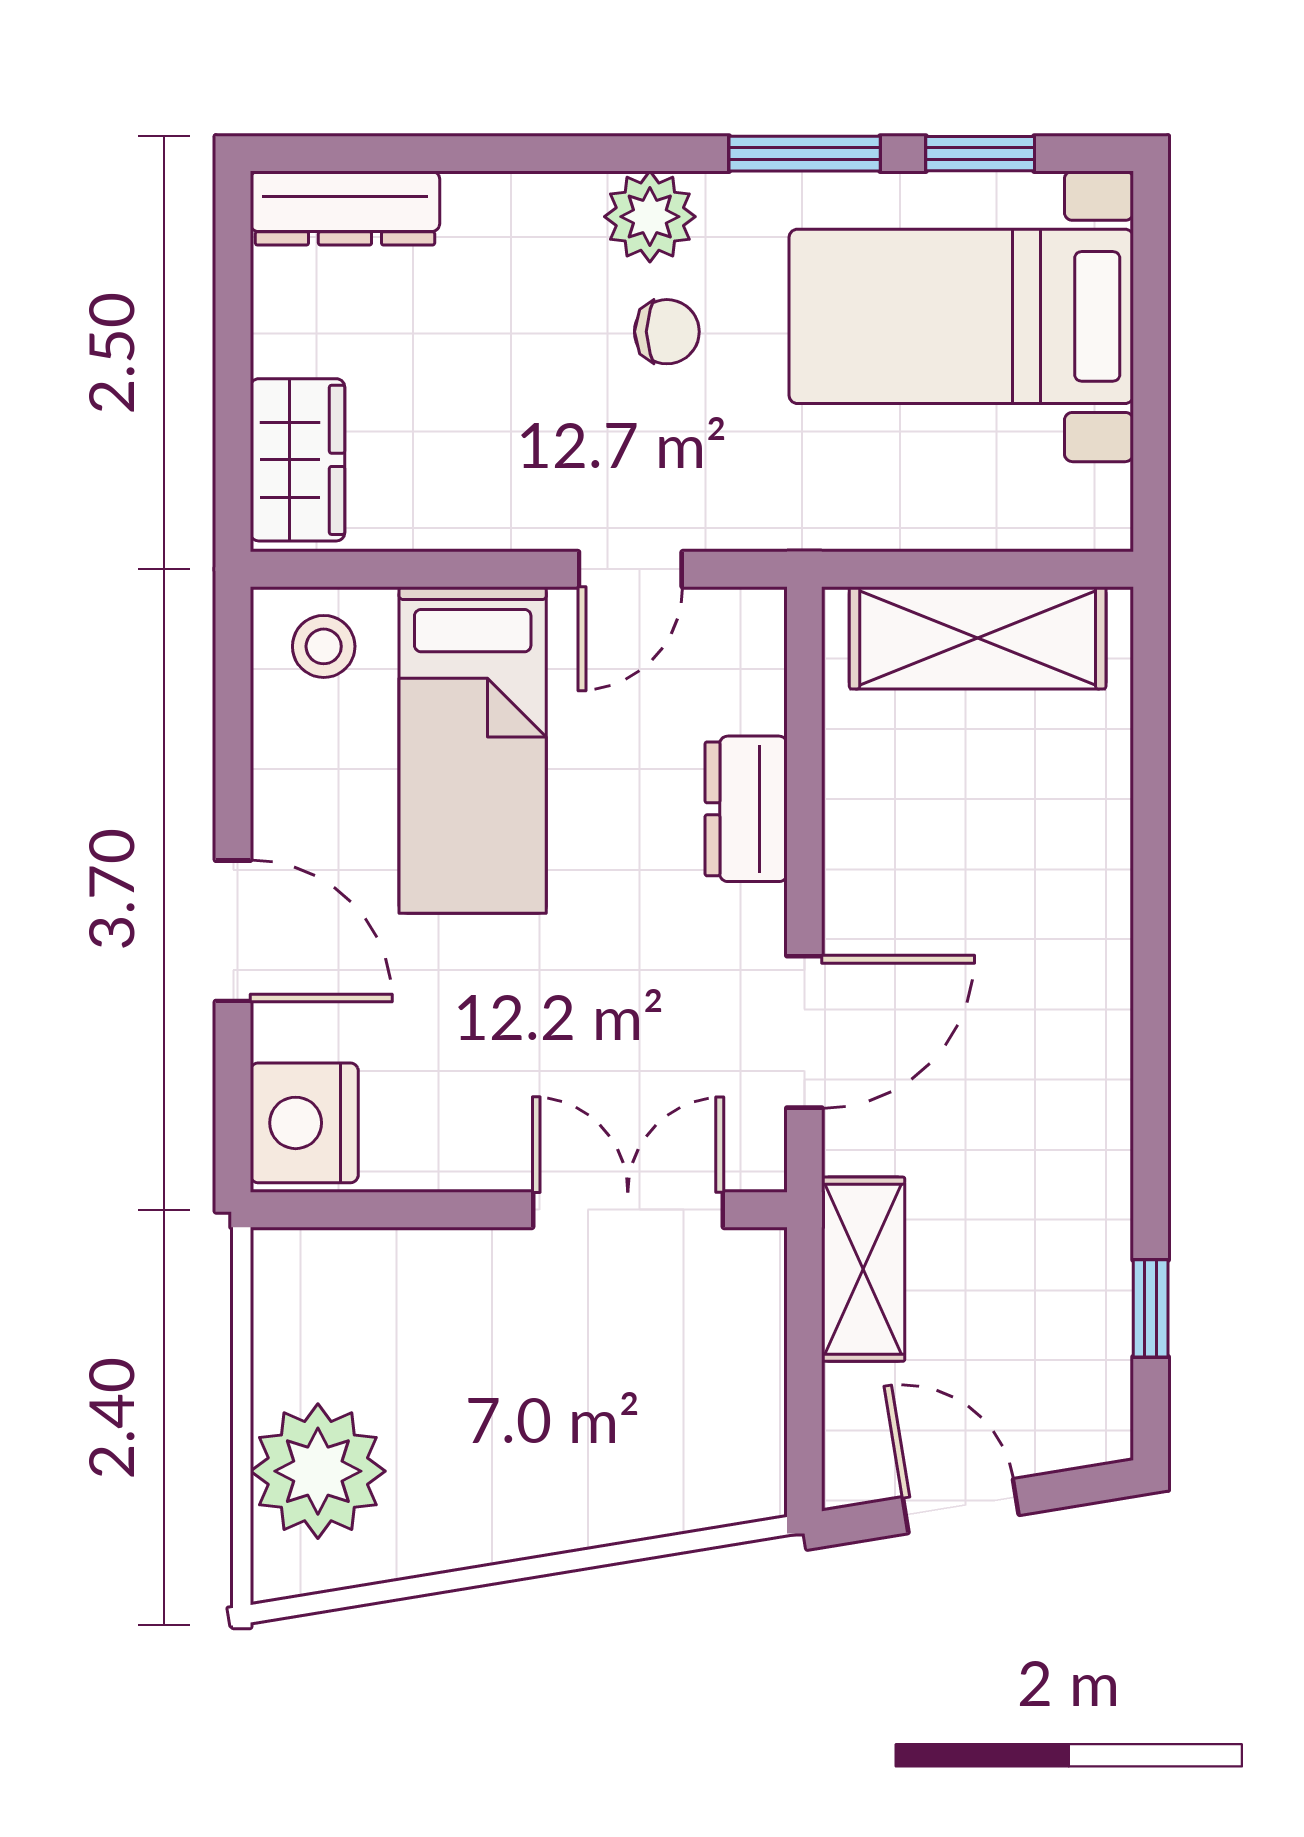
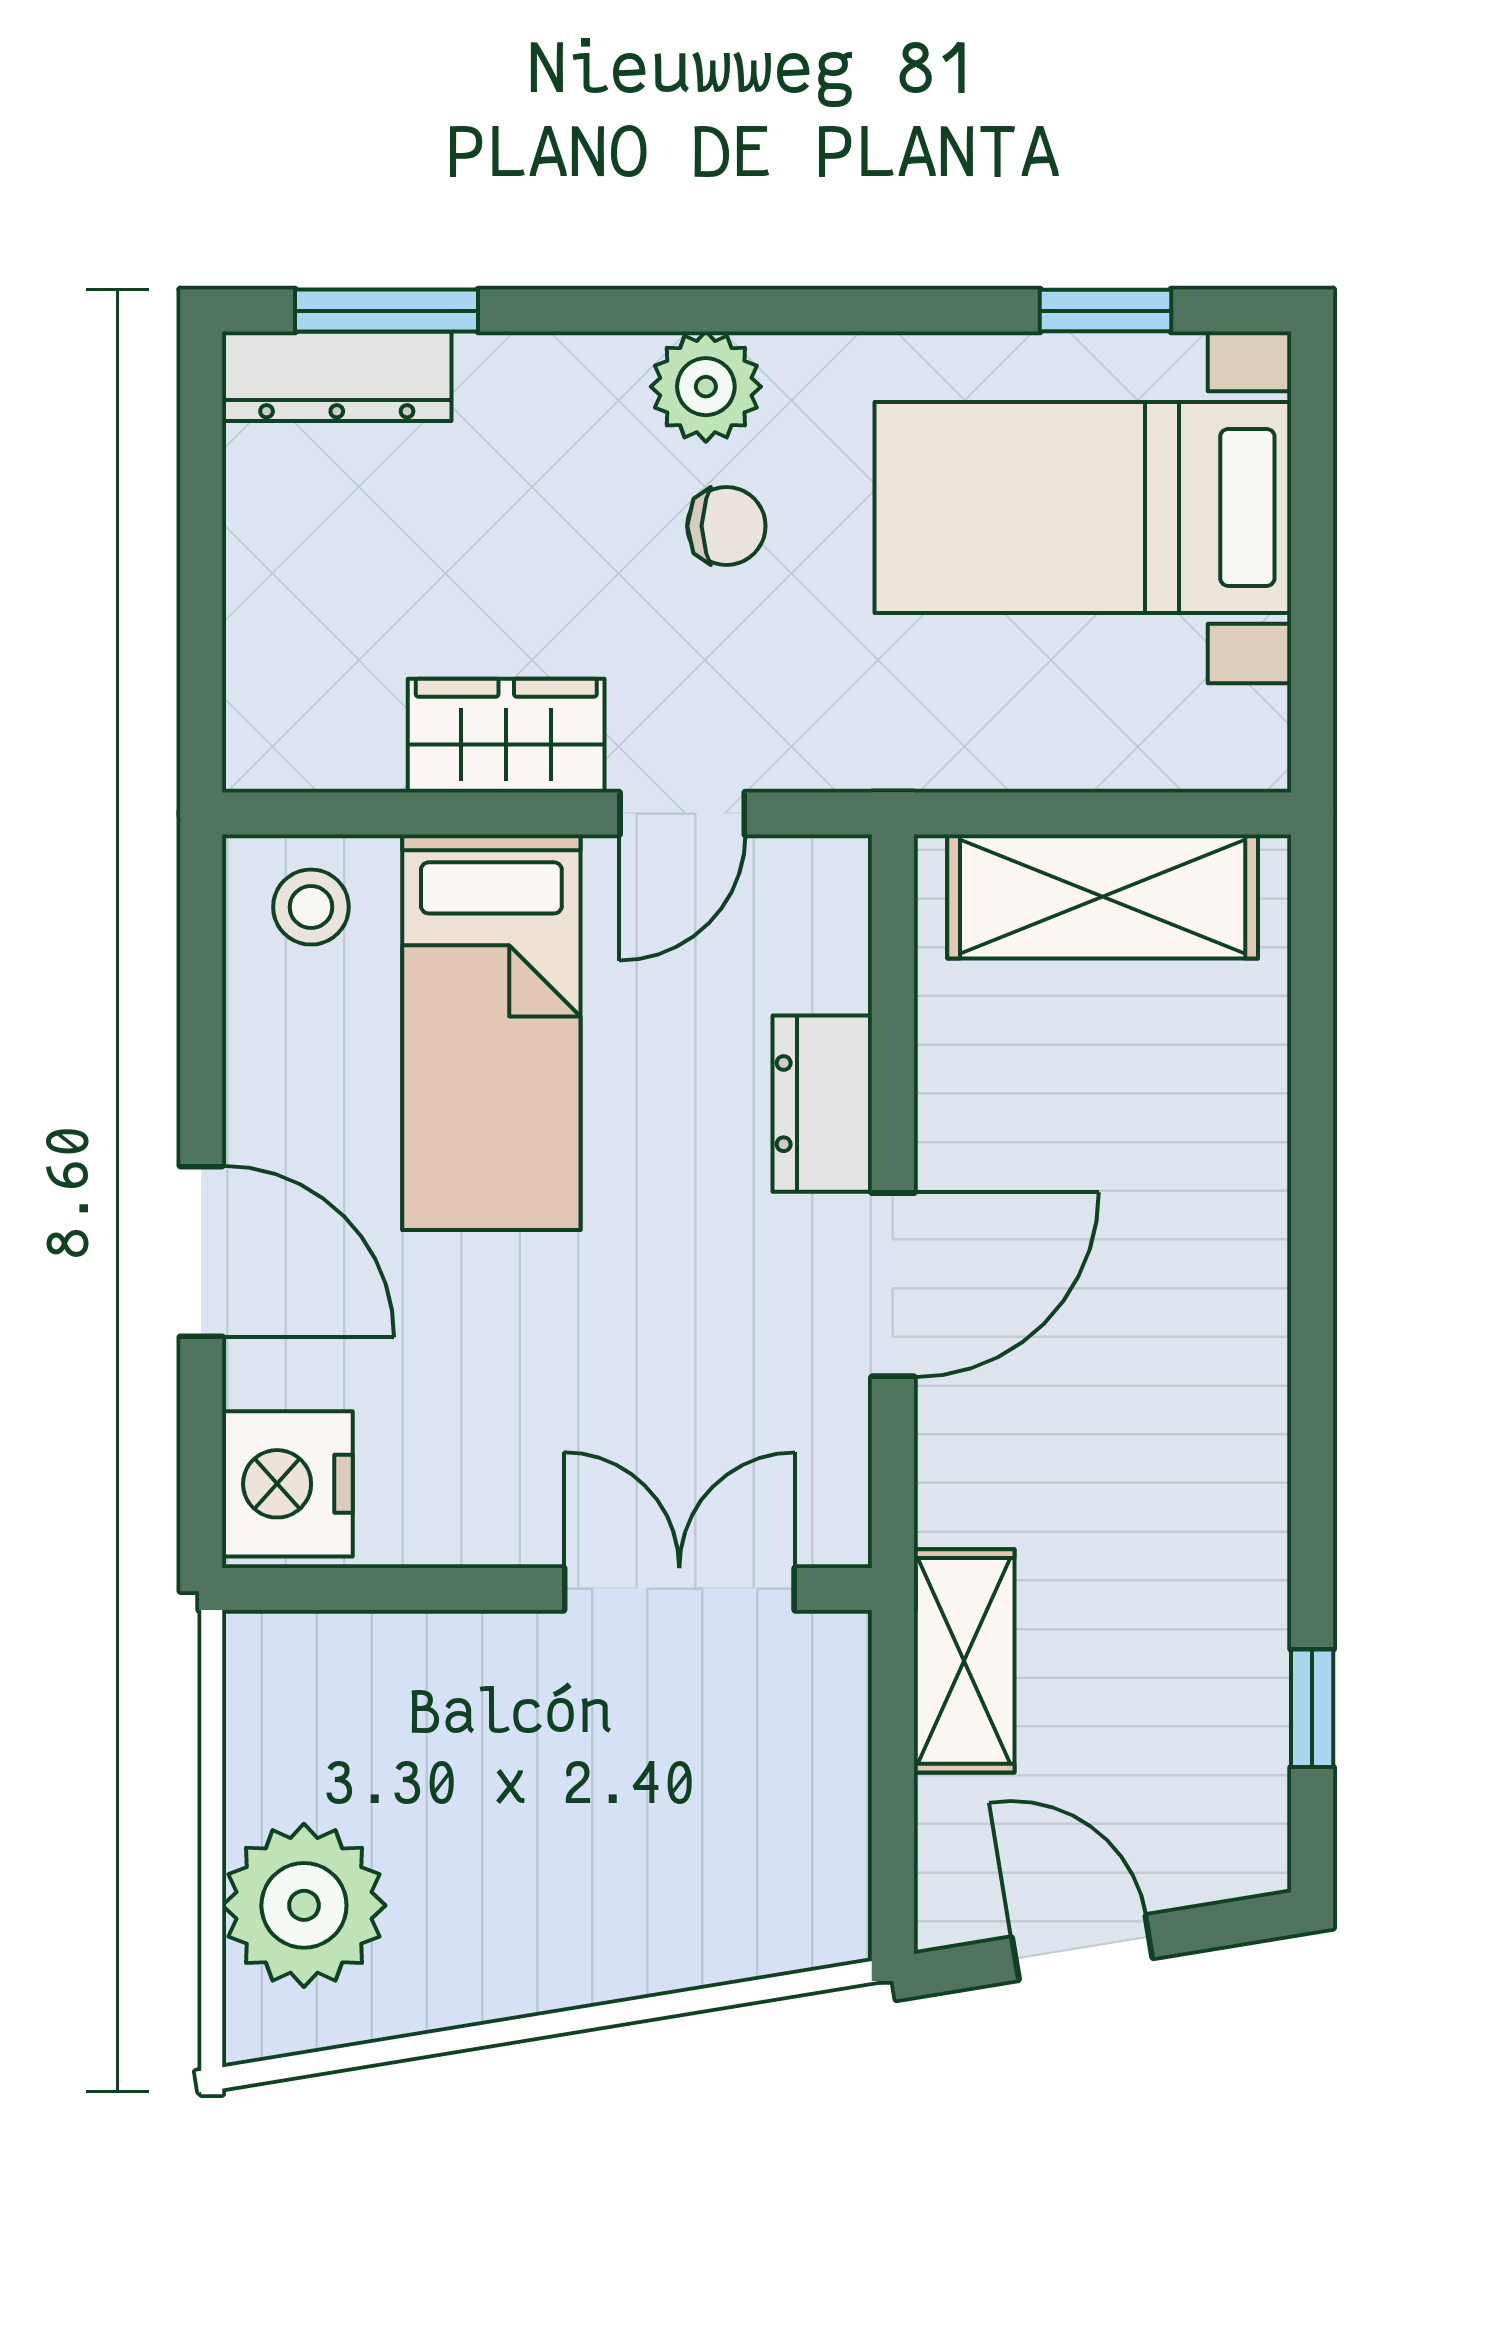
window: (805, 154) -> (387, 311), moved
wardrobe: (297, 460) -> (506, 736), moved, turned -90
door: (804, 1032) -> (893, 1285), moved

